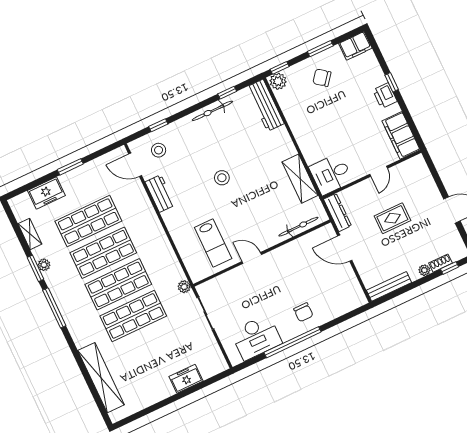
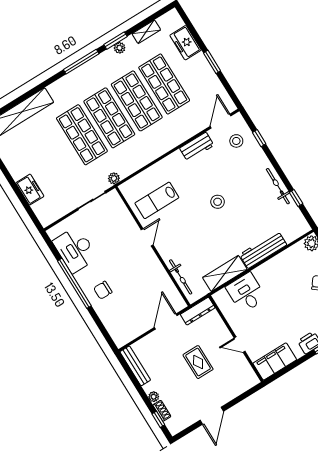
workbench: (265, 105) -> (263, 250), moved
desk: (331, 174) -> (246, 293), moved

